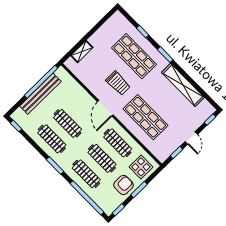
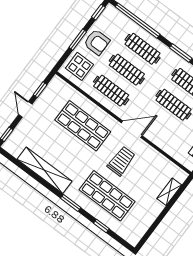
trolley: (118, 83) -> (121, 161), turned 90
door: (105, 108) -> (132, 129), hinge flipped
armchair: (124, 185) -> (97, 42), turned -90

